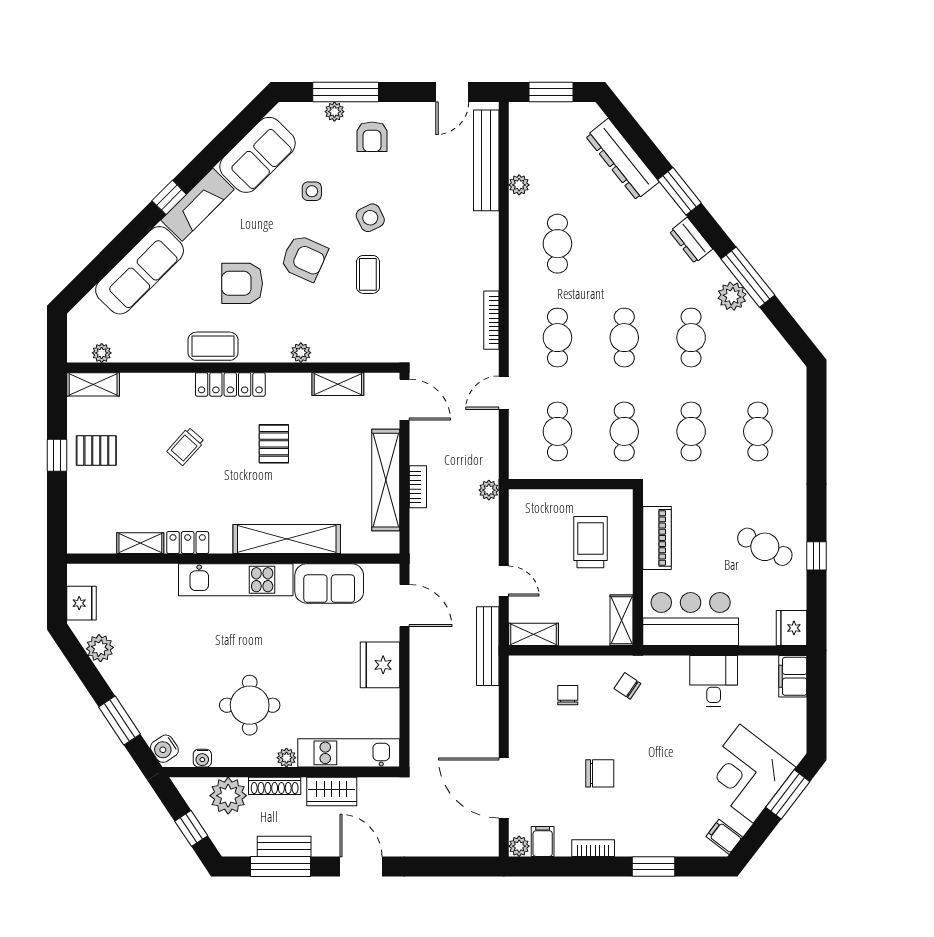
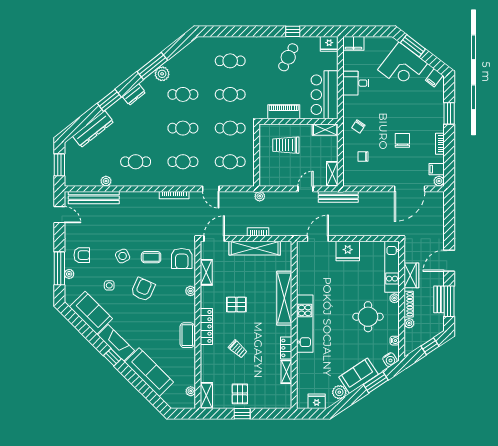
armchair: (242, 283) -> (182, 258), moved
sofa: (329, 583) -> (359, 376), moved, turned -124
plant: (228, 796) -> (409, 323), width x0.53, depth x0.53

